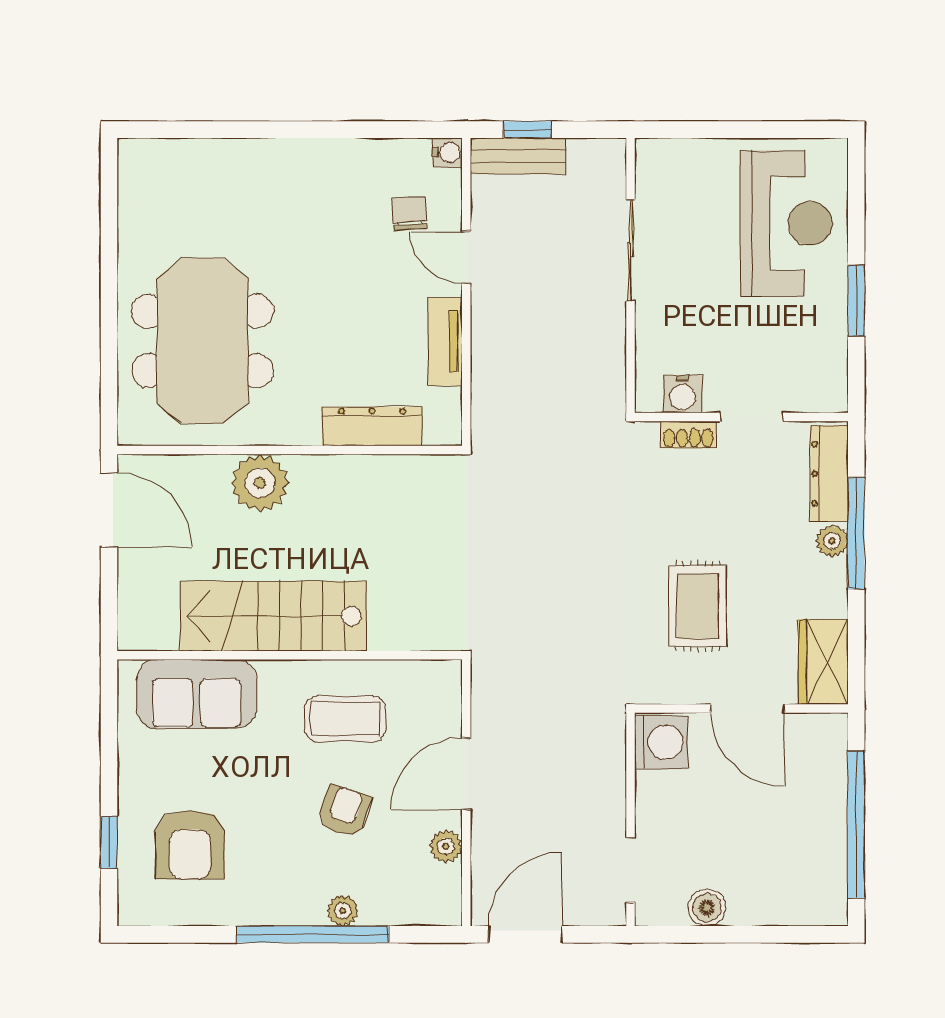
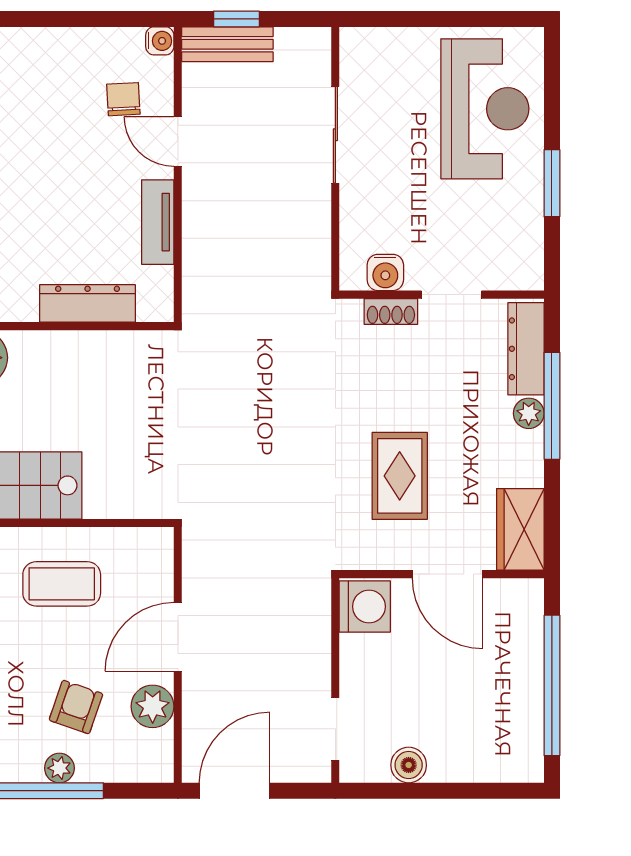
armchair: (344, 811) -> (76, 707), moved
plant: (446, 846) -> (153, 706), width x1.38, depth x1.38

